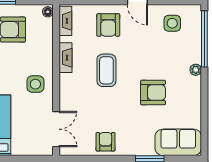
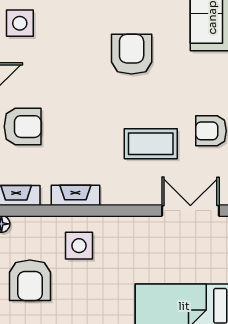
coffee table: (106, 70) -> (151, 144), moved
side table: (35, 84) -> (79, 246), moved

